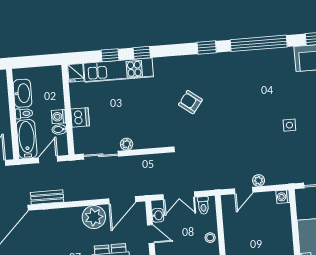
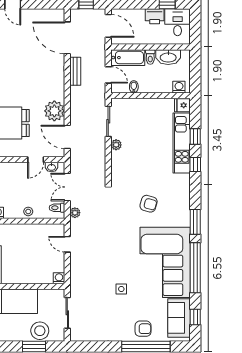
window: (207, 47) -> (195, 222), width x1.50
corner sofa: (255, 78) -> (165, 262), added
armchair: (190, 102) -> (149, 204), turned 69
washing machine: (59, 117) -> (179, 87), moved
dishwasher: (80, 117) -> (143, 106), removed
plant: (259, 180) -> (75, 213), moved

